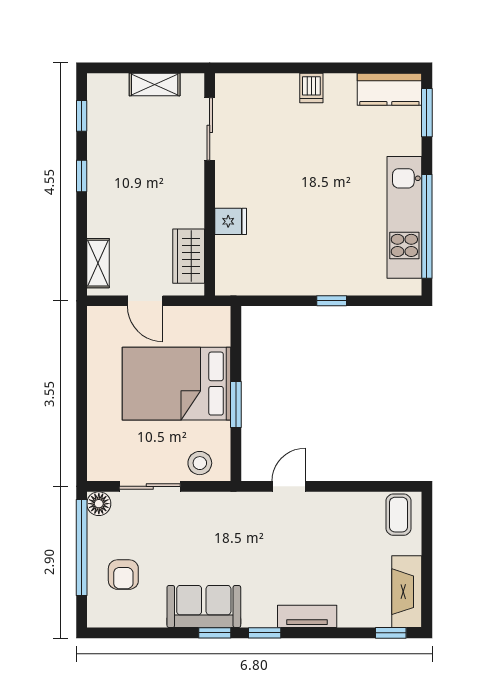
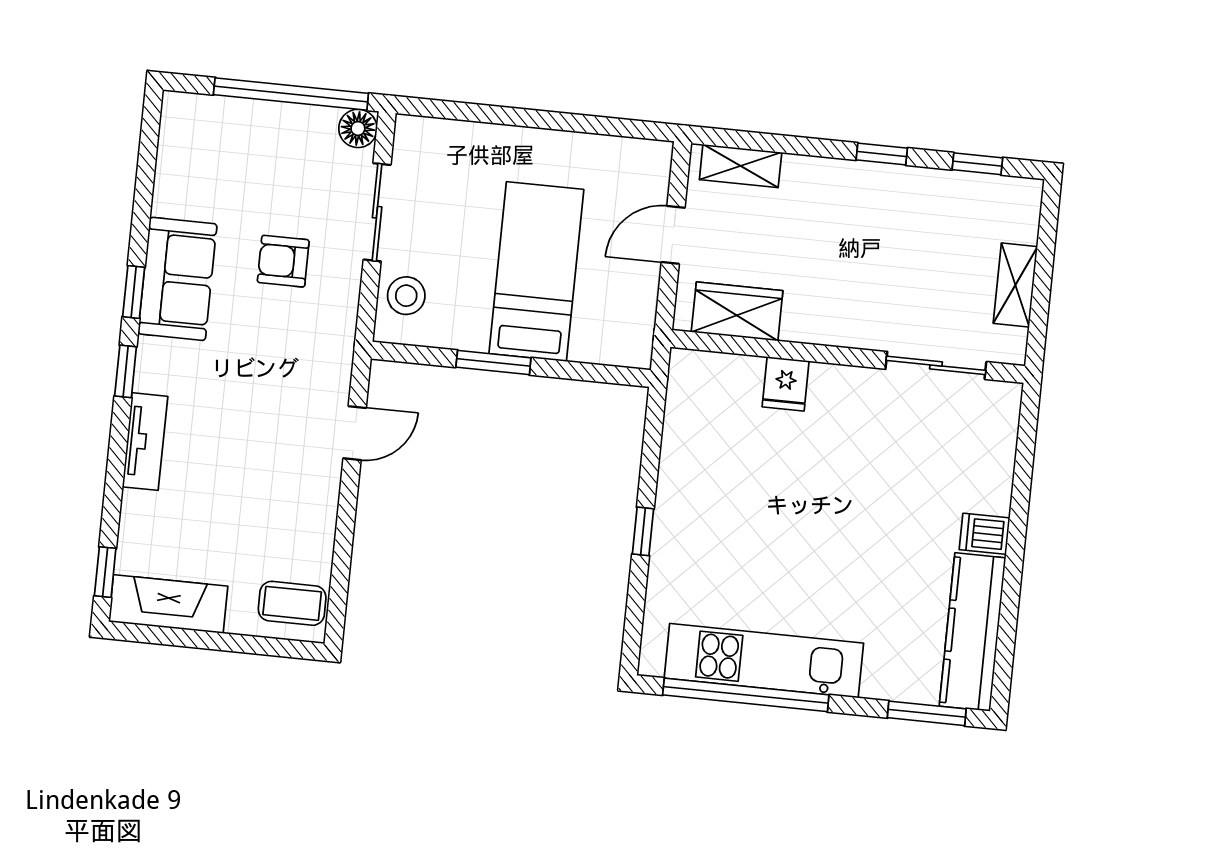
kitchen counter: (389, 89) -> (973, 632), width x1.50
bed: (177, 384) -> (536, 272), width x0.67
door: (289, 486) -> (355, 433), hinge flipped
armchair: (123, 575) -> (283, 261), moved

